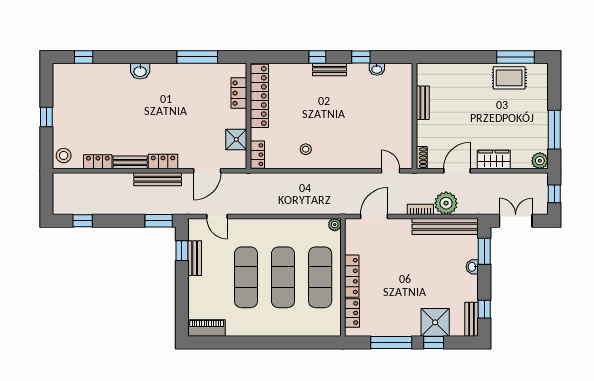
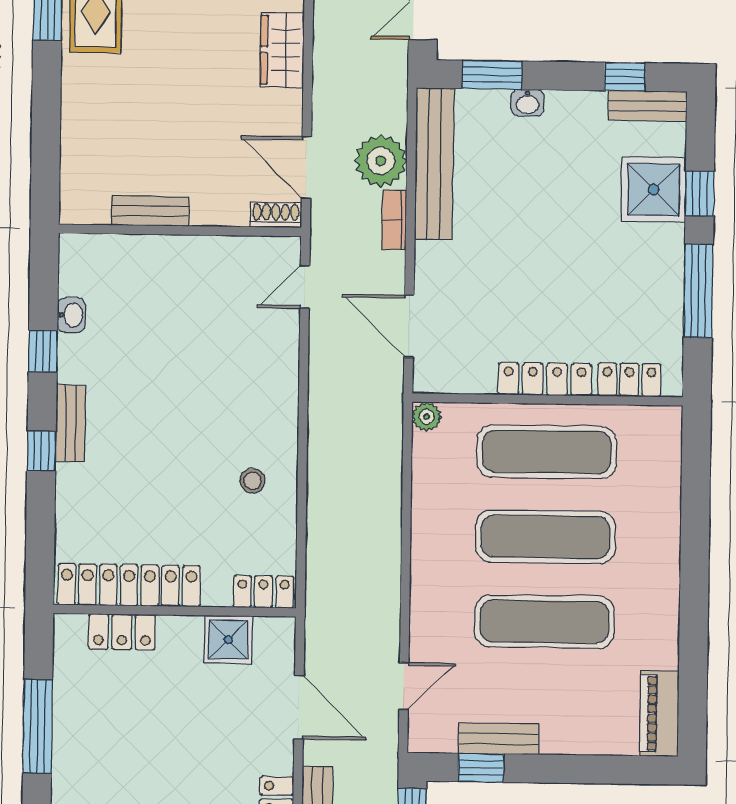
door: (457, 171) -> (306, 167), moved

